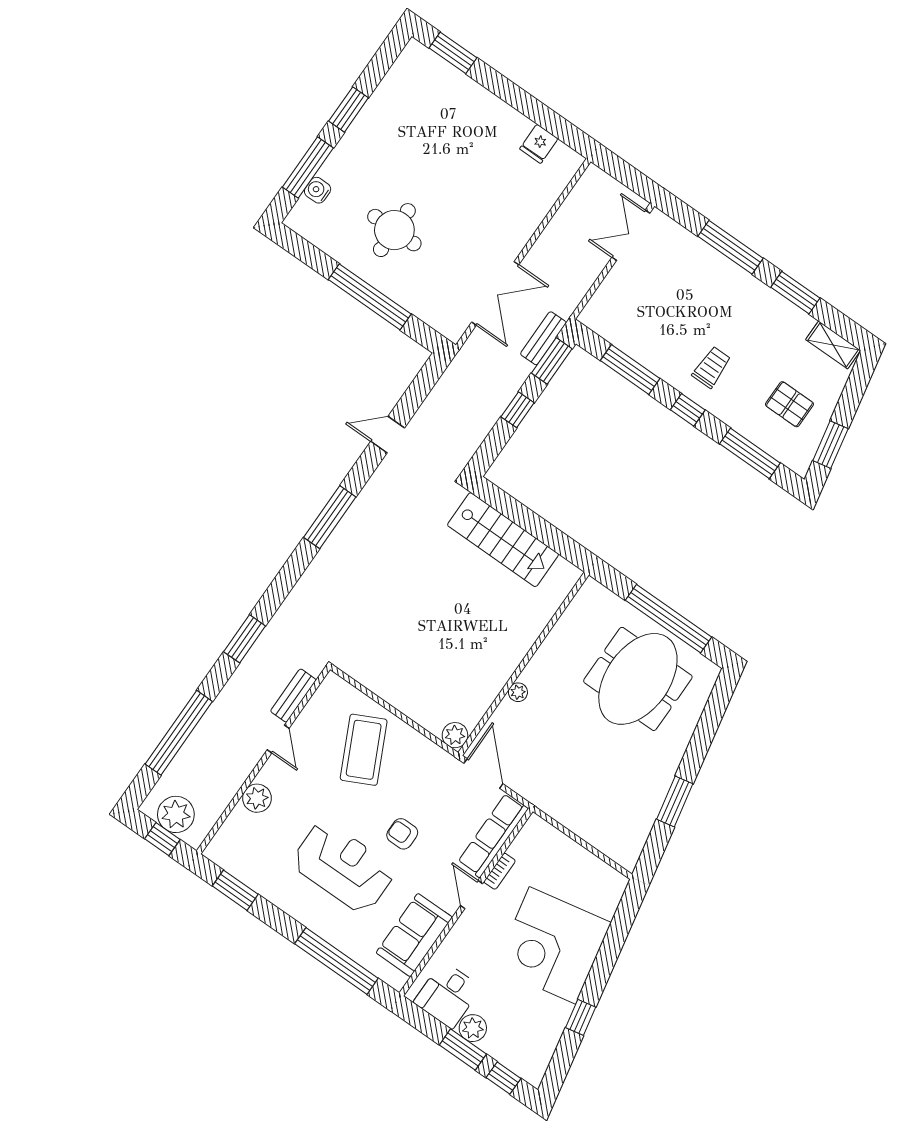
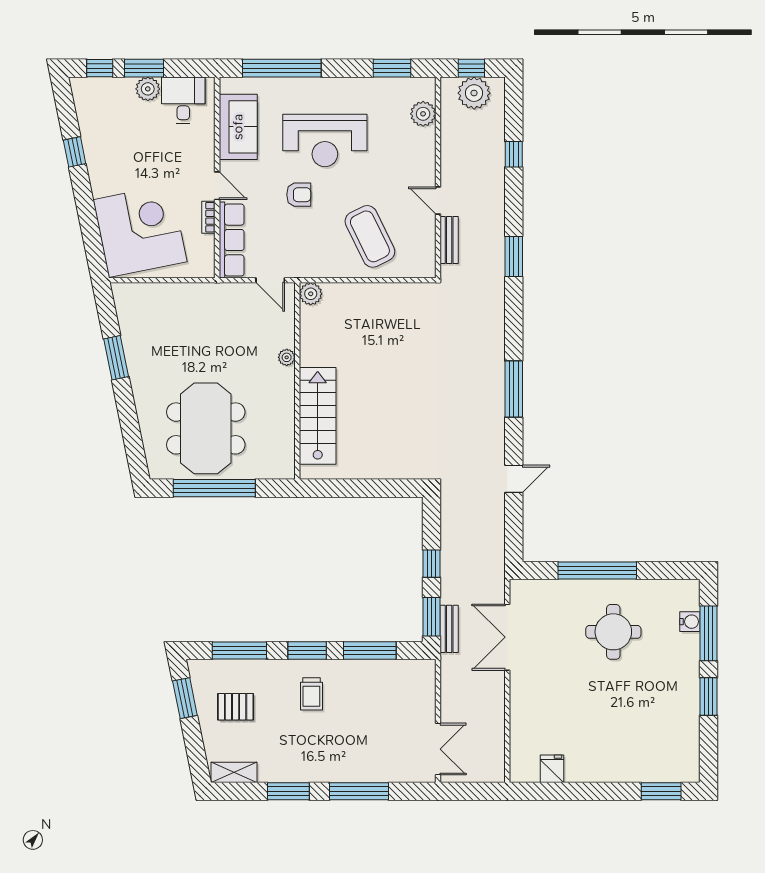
window: (688, 410) -> (307, 651), width x1.50
stairs: (503, 540) -> (318, 416), moved, turned 90
window: (179, 733) -> (514, 154), width x0.32
door: (483, 774) -> (270, 280), width x0.73
plant: (257, 798) -> (423, 114), moved
corner desk: (553, 945) -> (140, 231), moved

